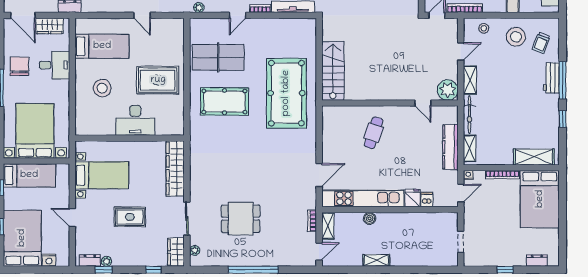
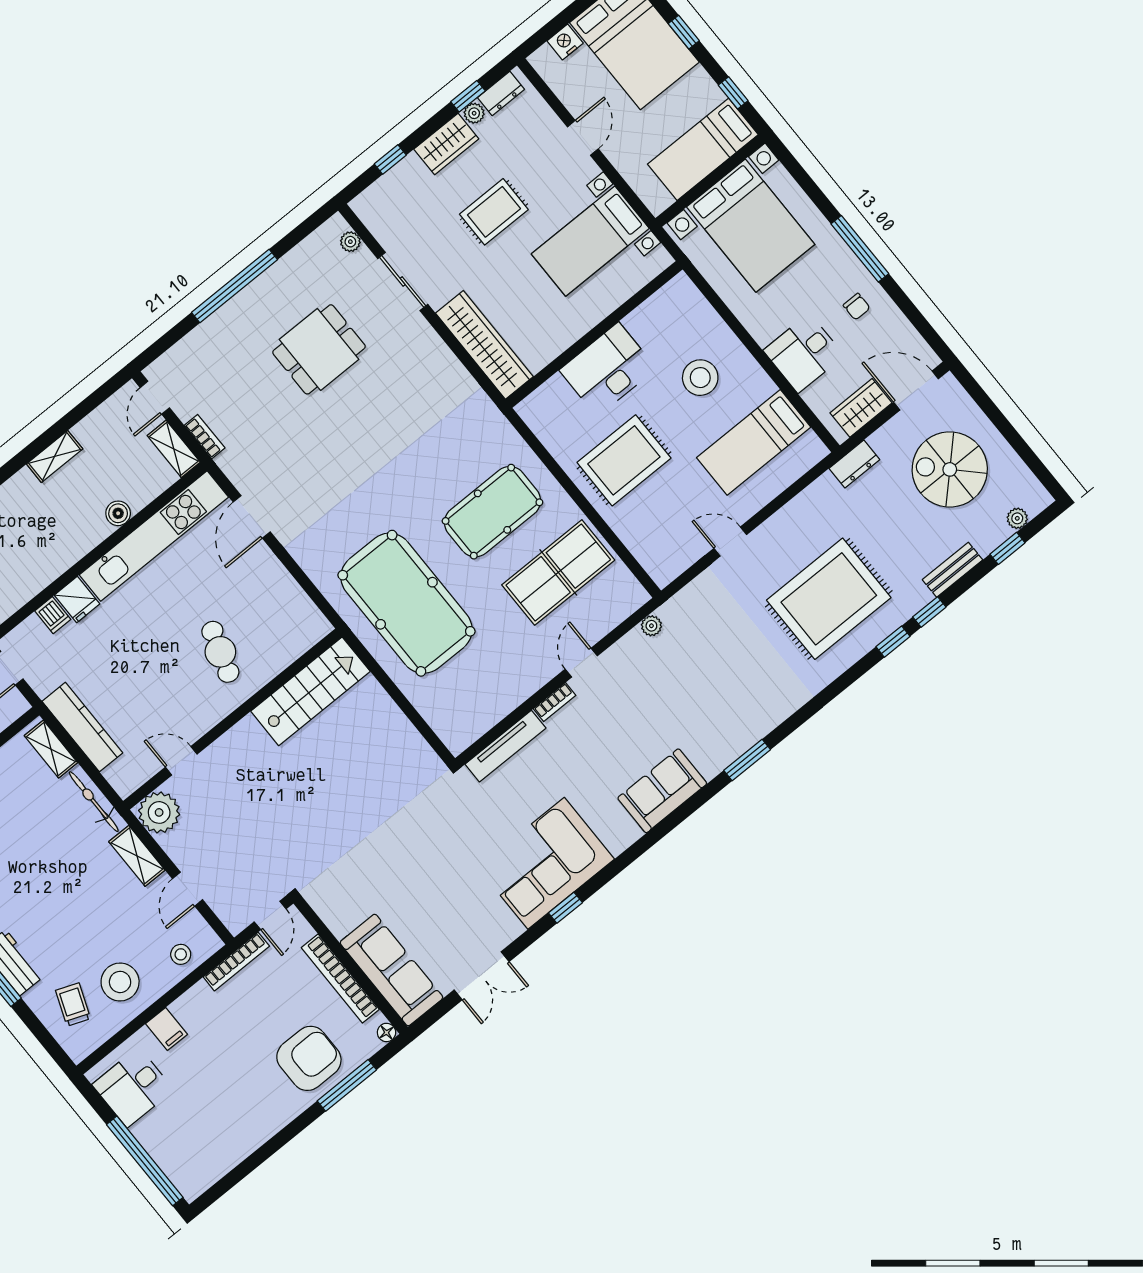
chair: (19, 66) -> (857, 307), width x0.54, depth x0.54
stairs: (333, 71) -> (310, 691), moved, turned -90
nightstand: (468, 175) -> (19, 706), removed
door: (72, 218) -> (583, 138), hinge flipped
wardrobe: (176, 252) -> (446, 144), moved, turned 90

